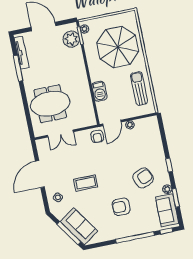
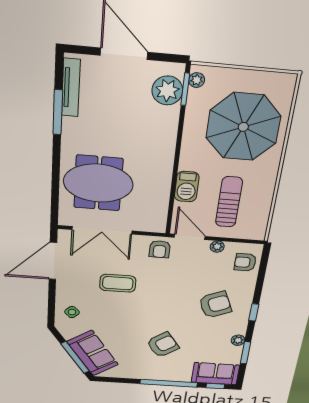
sun lounger: (139, 88) -> (229, 202), moved
door: (112, 123) -> (190, 237), swing flipped
armchair: (150, 131) -> (245, 262), added
double door: (60, 133) -> (102, 230), width x1.37
door: (40, 174) -> (53, 261), moved
armchair: (143, 178) -> (215, 305), moved
coffee table: (86, 183) -> (118, 283), moved
armchair: (121, 207) -> (163, 345), turned 144
sofa: (167, 210) -> (215, 374), moved, turned 90

